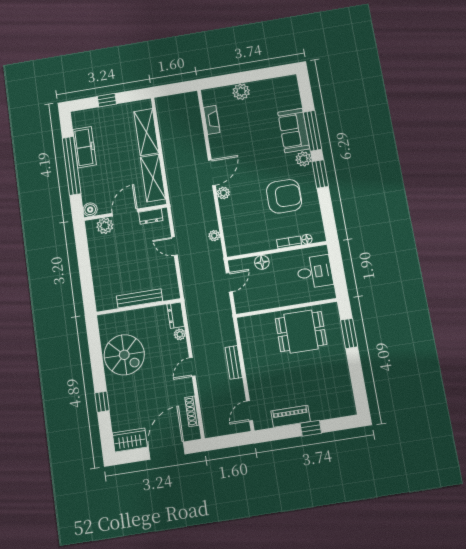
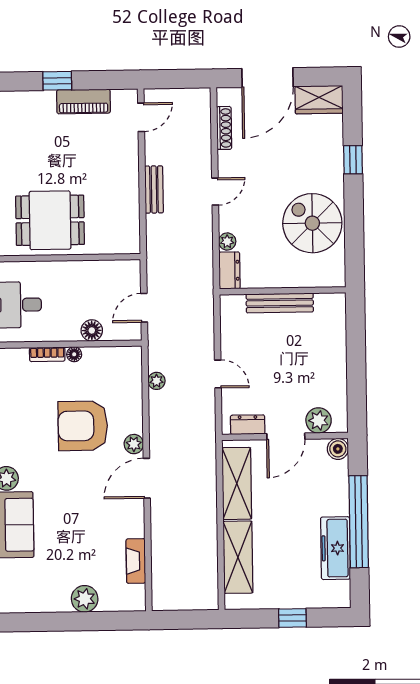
armchair: (284, 196) -> (83, 426), moved
floor lamp: (307, 239) -> (74, 354), moved

